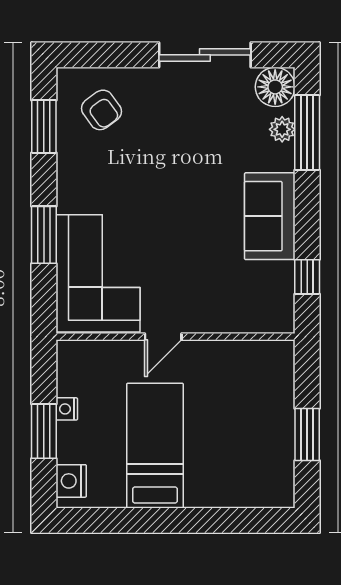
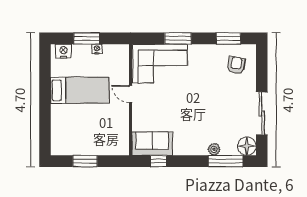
armchair: (102, 110) -> (236, 65), turned 134
plant: (282, 129) -> (214, 149), moved
sofa: (270, 216) -> (152, 144), moved

